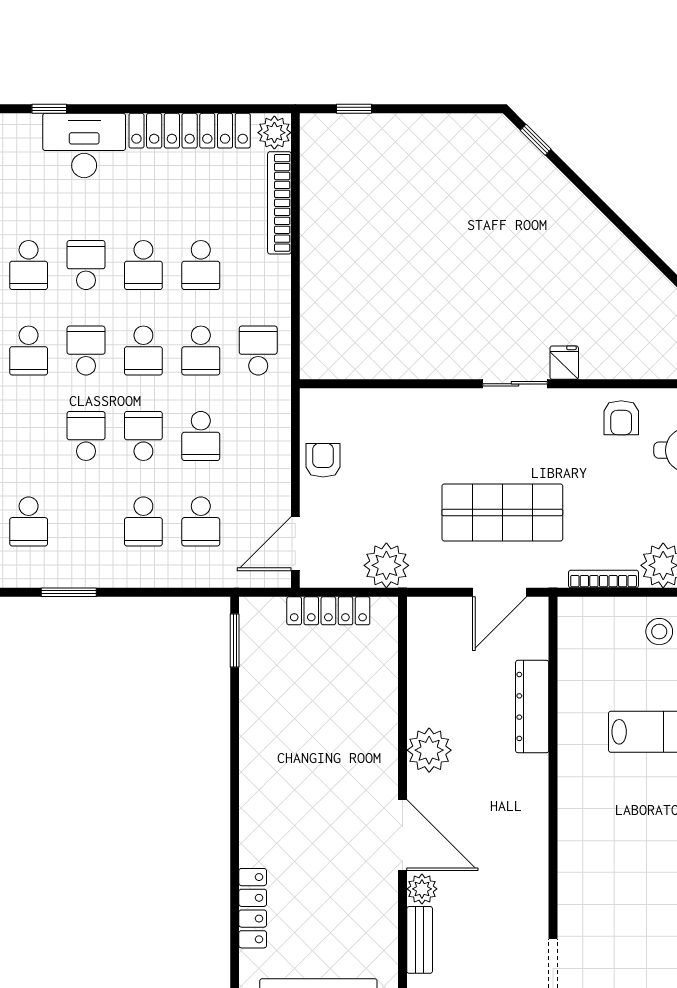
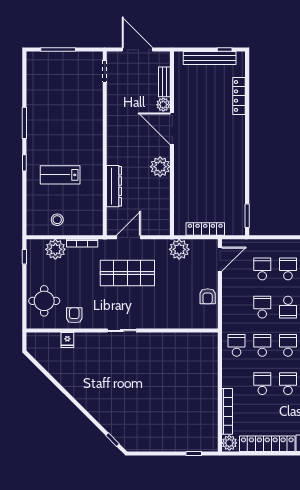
school desk: (258, 351) -> (237, 345), turned 180
fridge: (564, 363) -> (67, 340), moved

